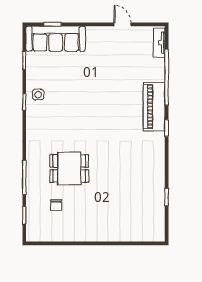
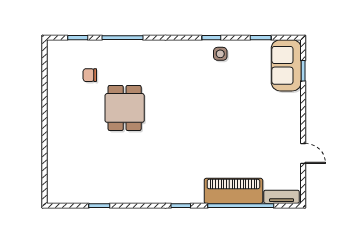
door: (122, 24) -> (303, 153), hinge flipped
sofa: (56, 39) -> (286, 65), width x0.73
piano: (154, 107) -> (233, 191), moved
dining table: (69, 168) -> (125, 108), moved

